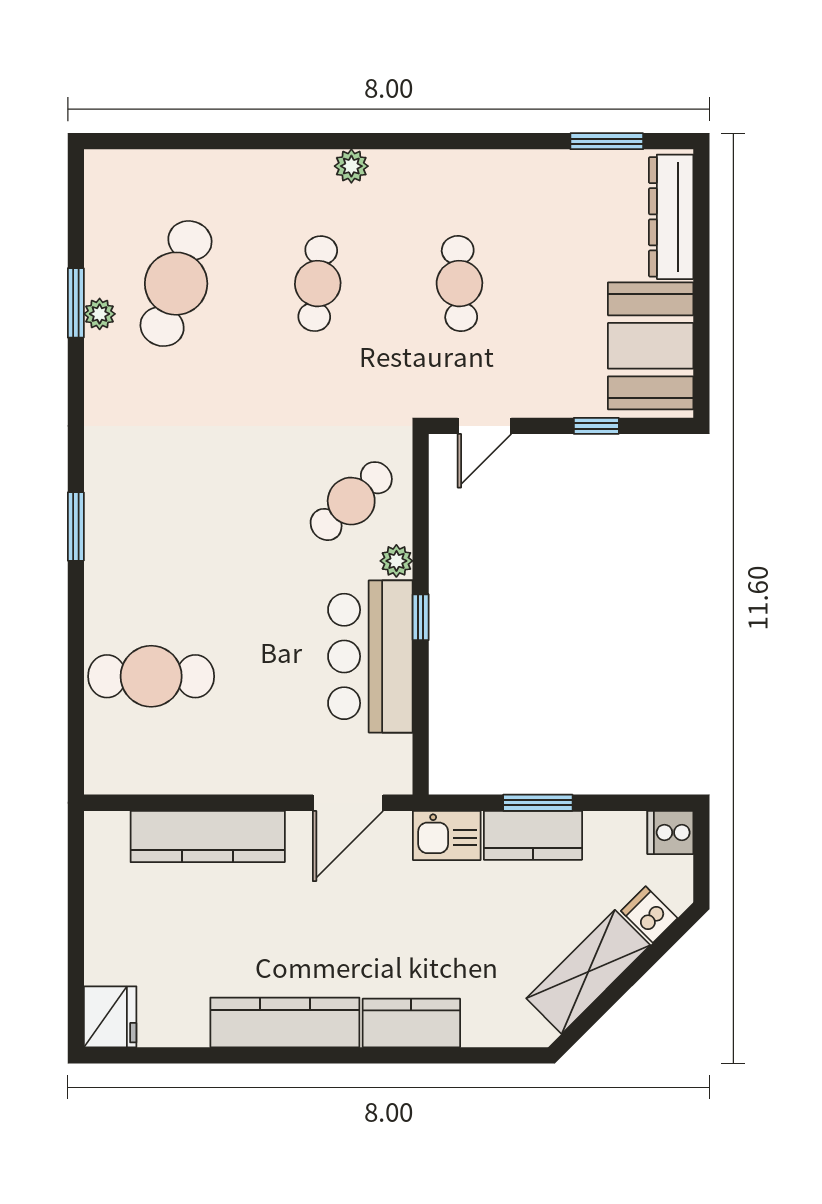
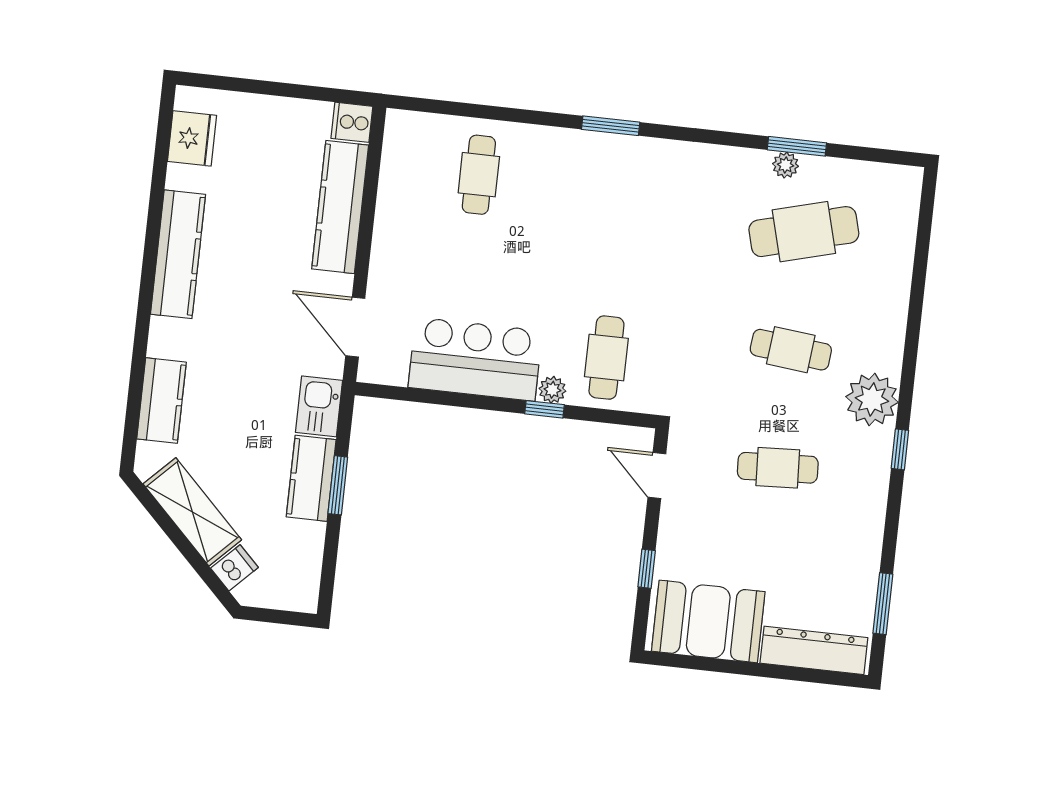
window: (422, 141) -> (900, 449), added
plant: (351, 166) -> (872, 399), width x1.87, depth x1.87
cafe table: (176, 284) -> (804, 232), turned -33
cafe table: (351, 501) -> (606, 358), turned 43
window: (421, 617) -> (544, 409), moved
cafe table: (151, 676) -> (479, 175), width x0.73, depth x0.74
cooker: (670, 832) -> (352, 122), moved, turned -90
fridge: (110, 1017) -> (192, 138), moved, turned -90
kitchen counter: (411, 1023) -> (161, 401), moved

